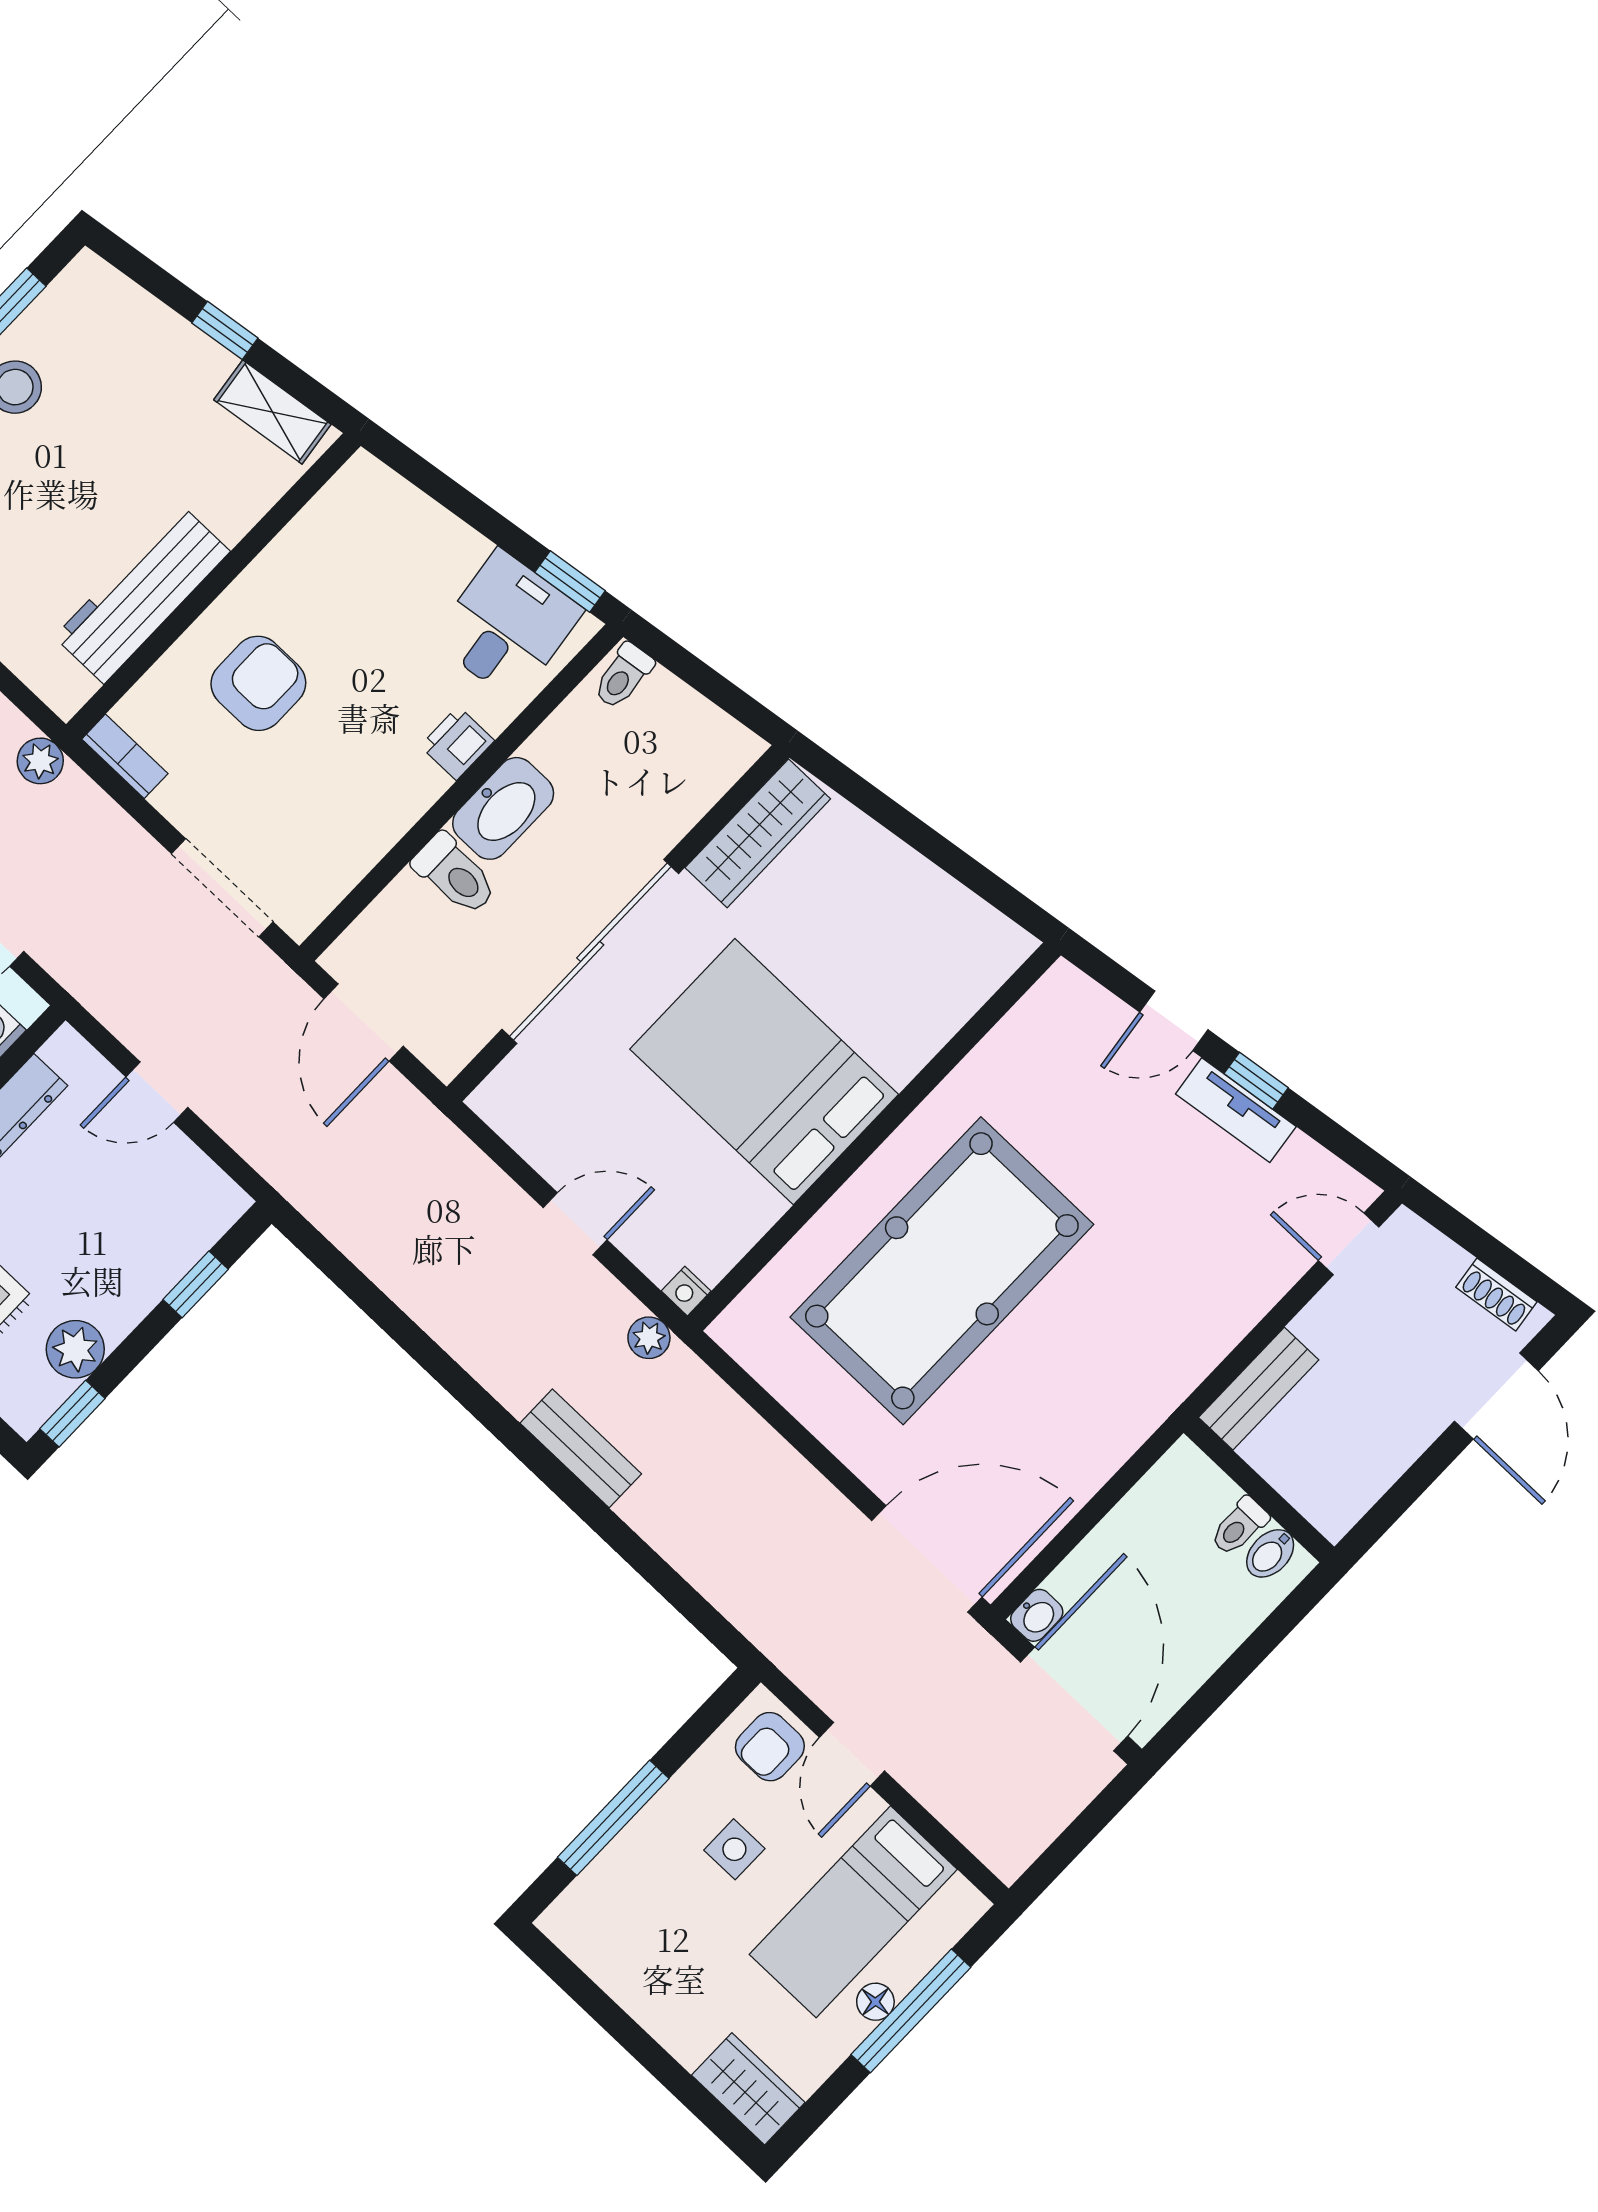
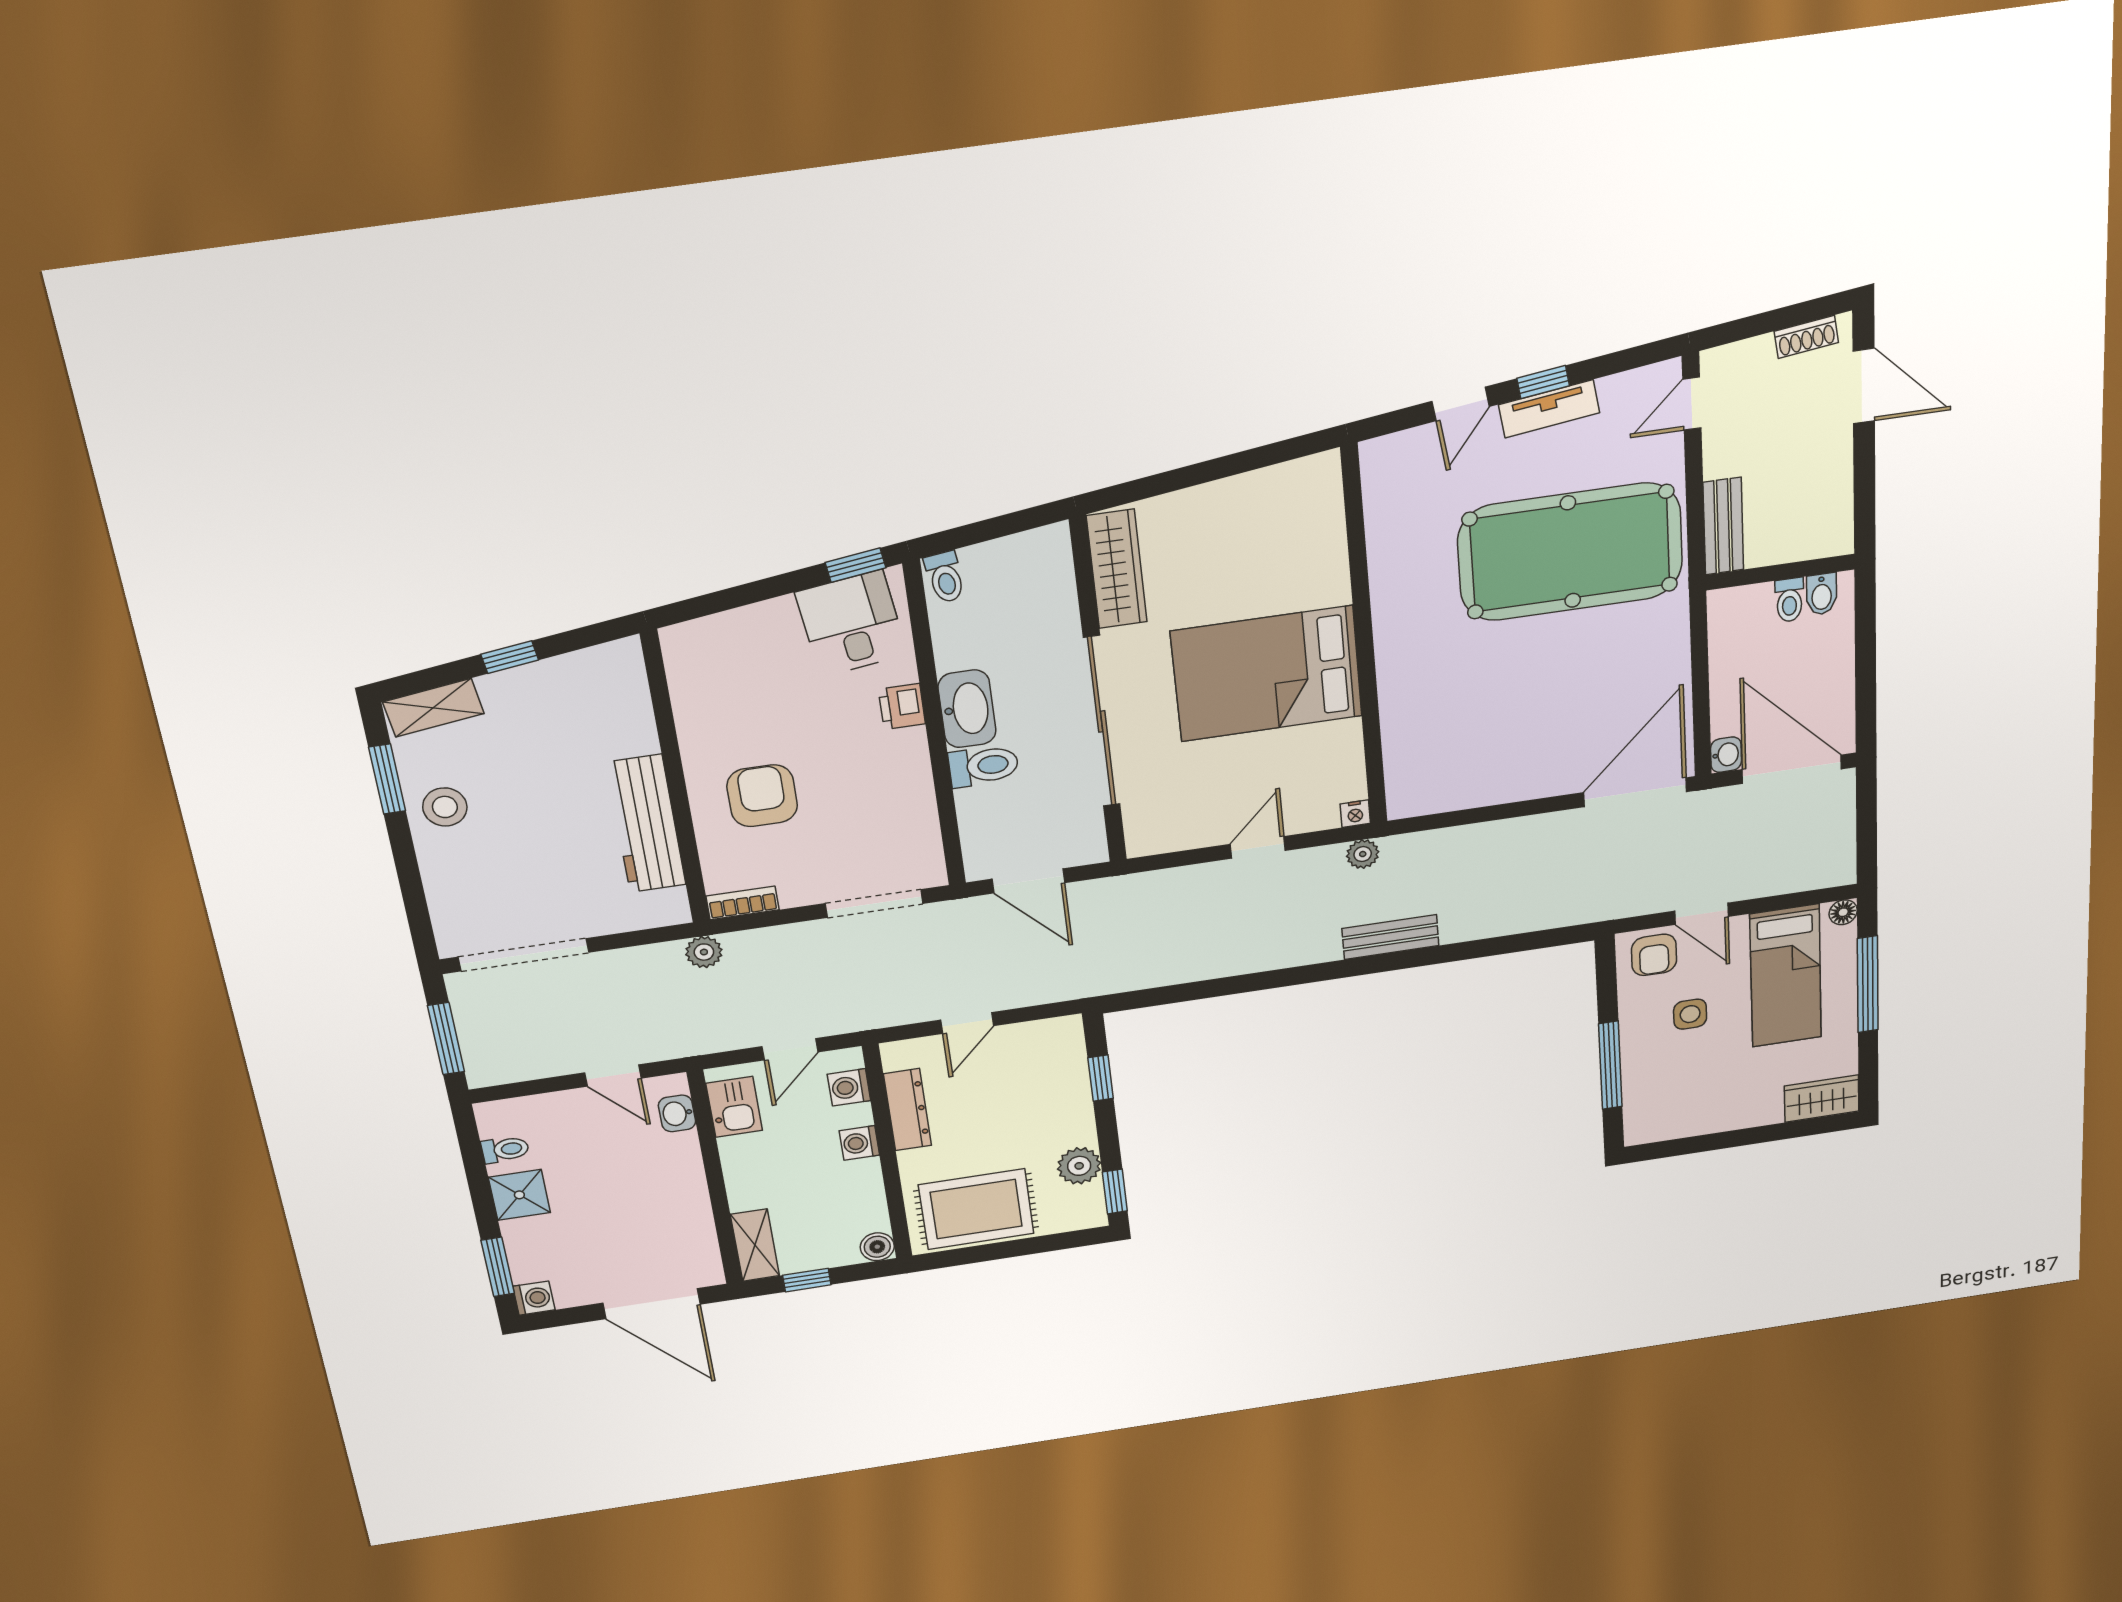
shelving: (272, 412) -> (433, 708), moved
pool table: (942, 1271) -> (1570, 552), moved, turned 90
floor lamp: (875, 2002) -> (1843, 912), moved

